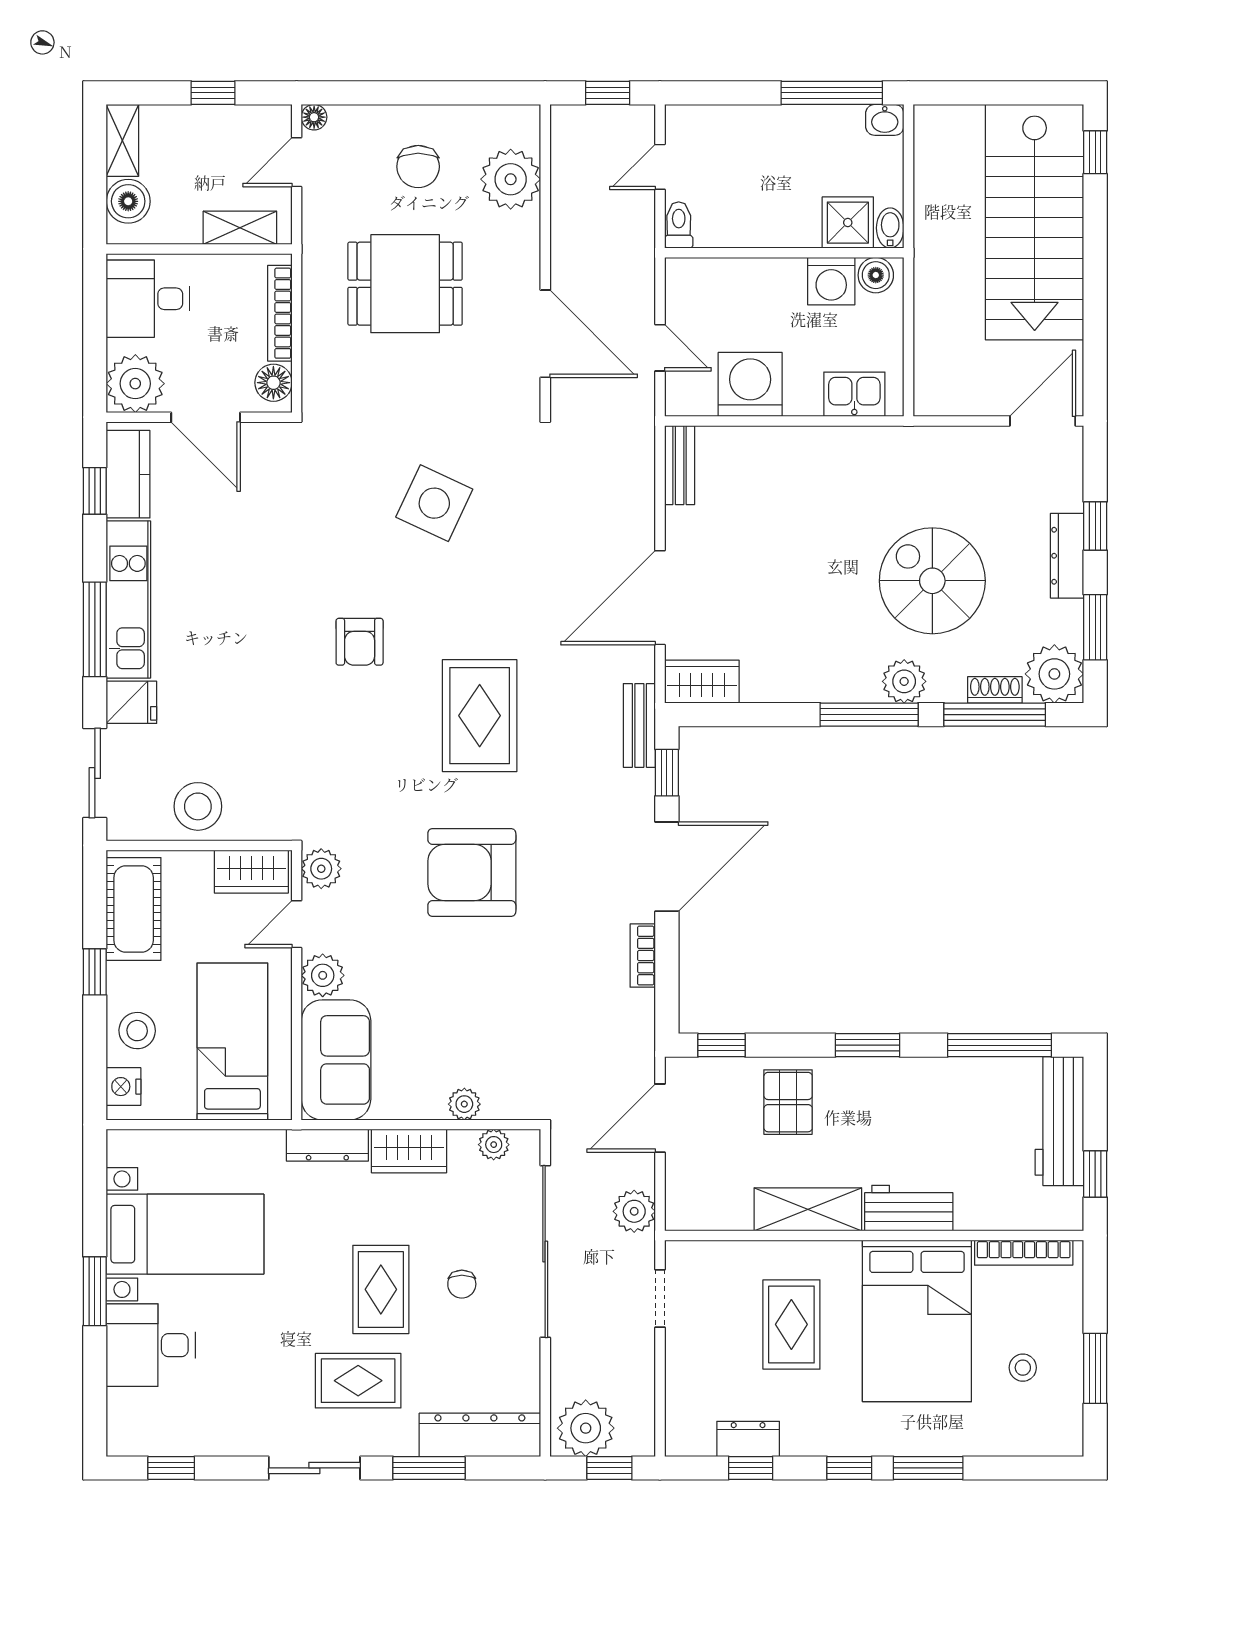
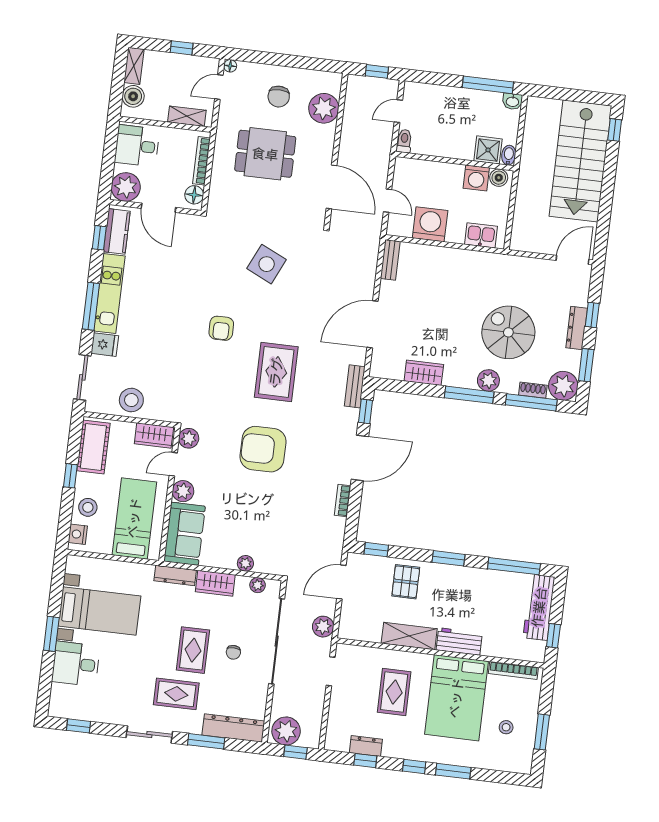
wardrobe: (702, 682) -> (424, 373), moved

